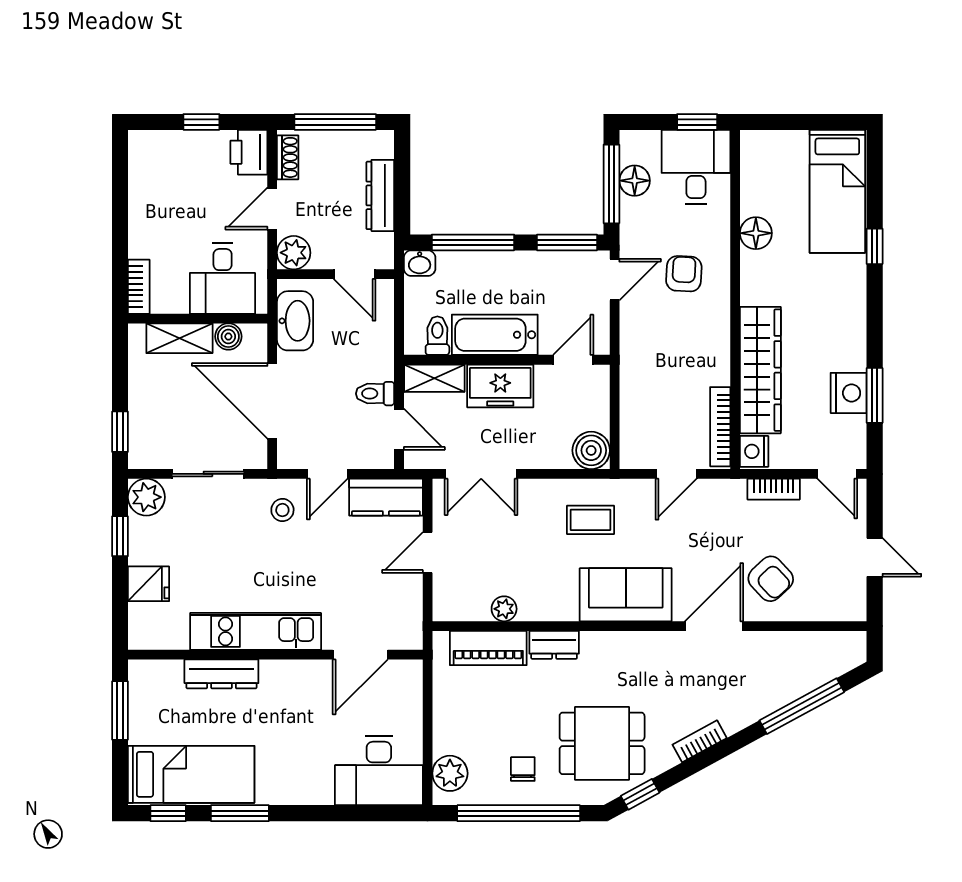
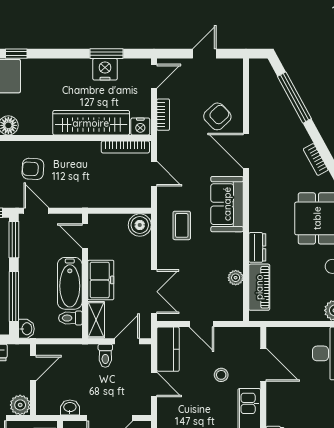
washbasin: (295, 321) -> (70, 408), width x0.52, depth x0.69
stool: (282, 510) -> (221, 375), moved

